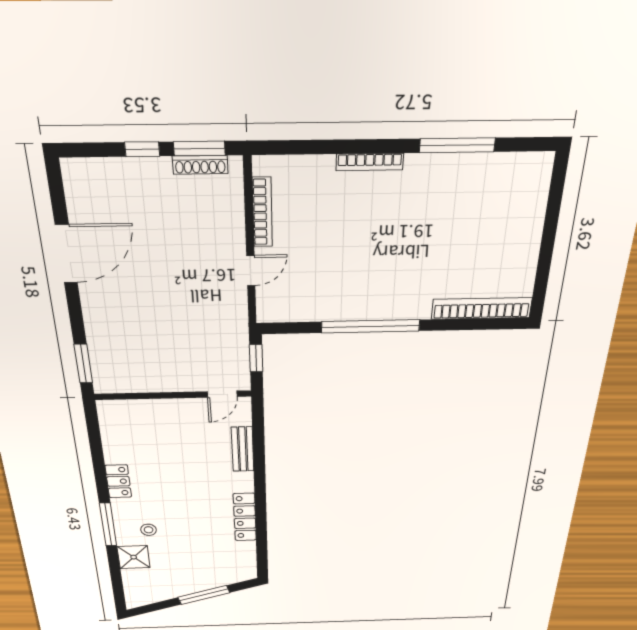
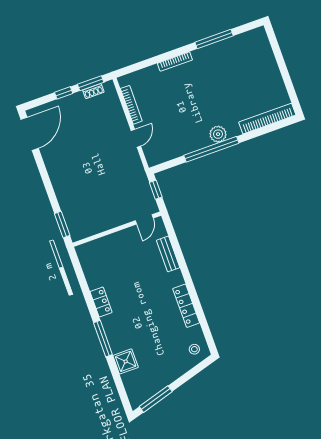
shoe rack: (200, 165) -> (93, 91), width x0.70
door: (66, 254) -> (30, 134), moved
plant: (392, 307) -> (218, 134), added
stool: (149, 530) -> (194, 349), moved
window: (204, 595) -> (156, 399), moved

